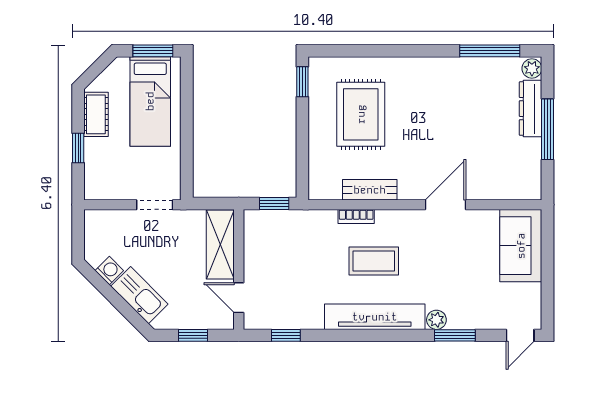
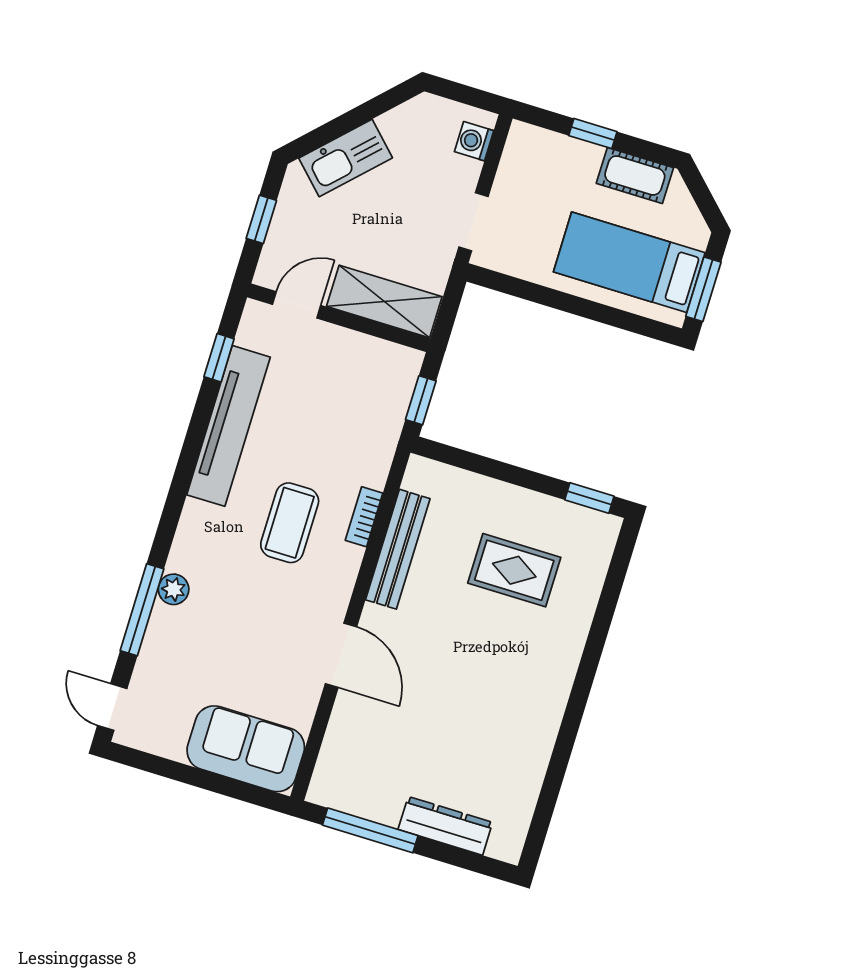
window: (490, 51) -> (550, 791), removed
plant: (532, 68) -> (505, 846), removed
rug: (361, 114) -> (514, 570), width x0.73, depth x0.70
window: (548, 129) -> (370, 830), moved
bench: (370, 190) -> (398, 549), width x1.36
washing machine: (109, 271) -> (474, 141), moved, turned 135
tv unit: (375, 317) -> (228, 426), moved
window: (455, 335) -> (142, 610), width x1.44

